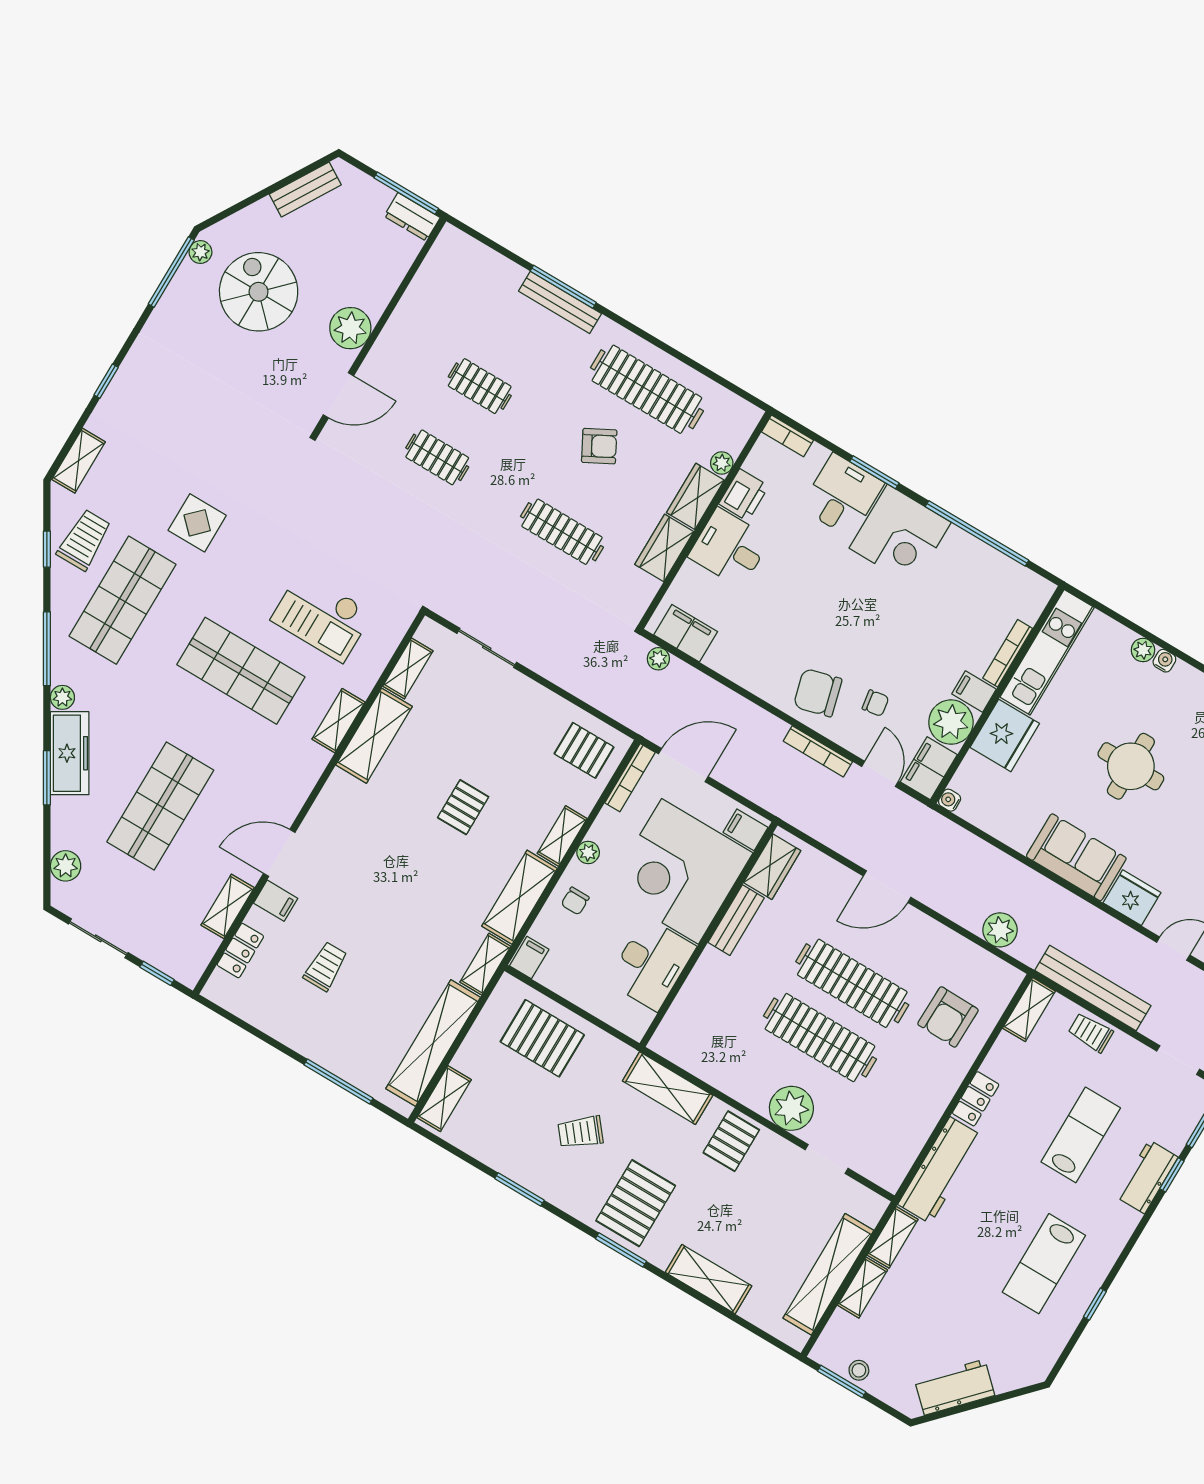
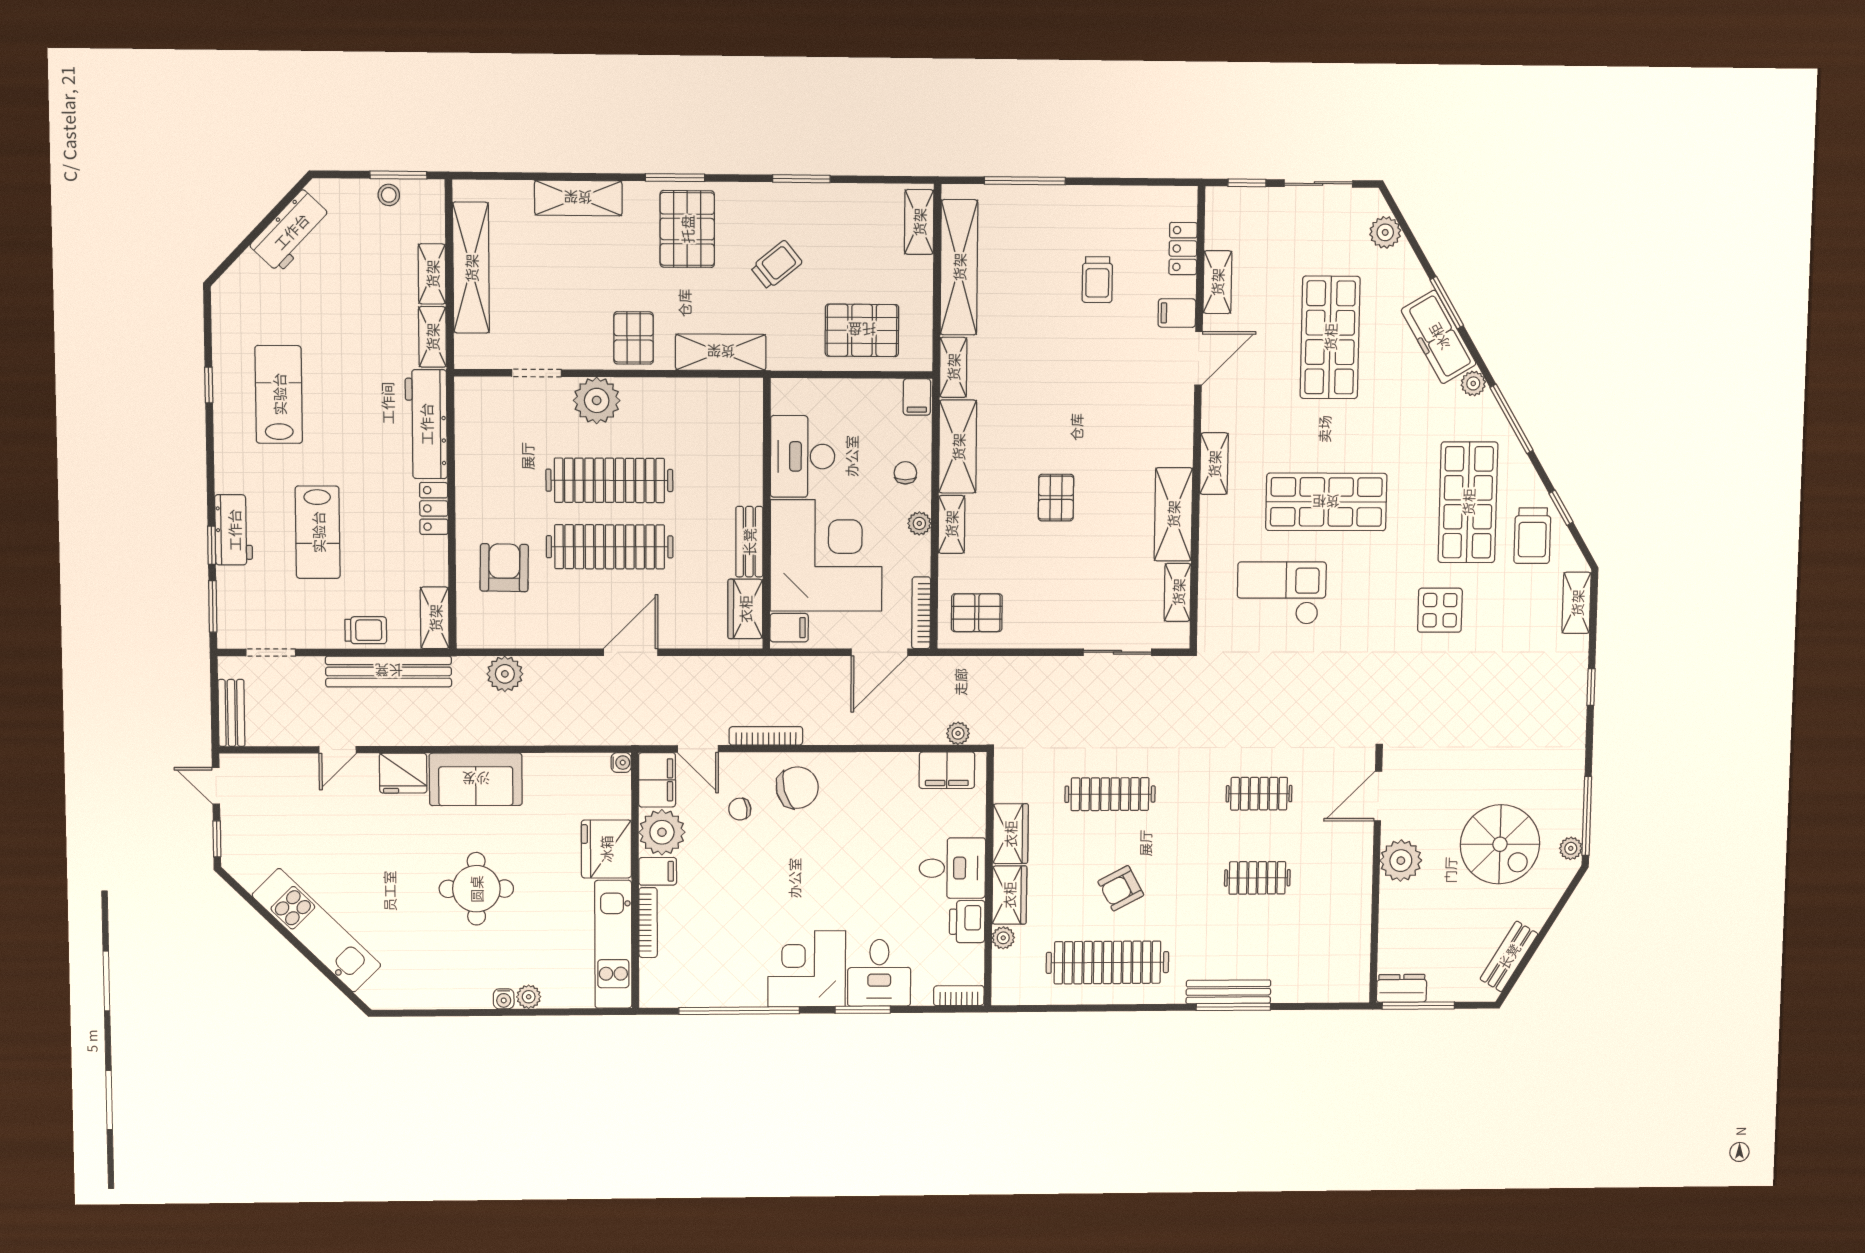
shelving: (338, 721) -> (1214, 464), moved

